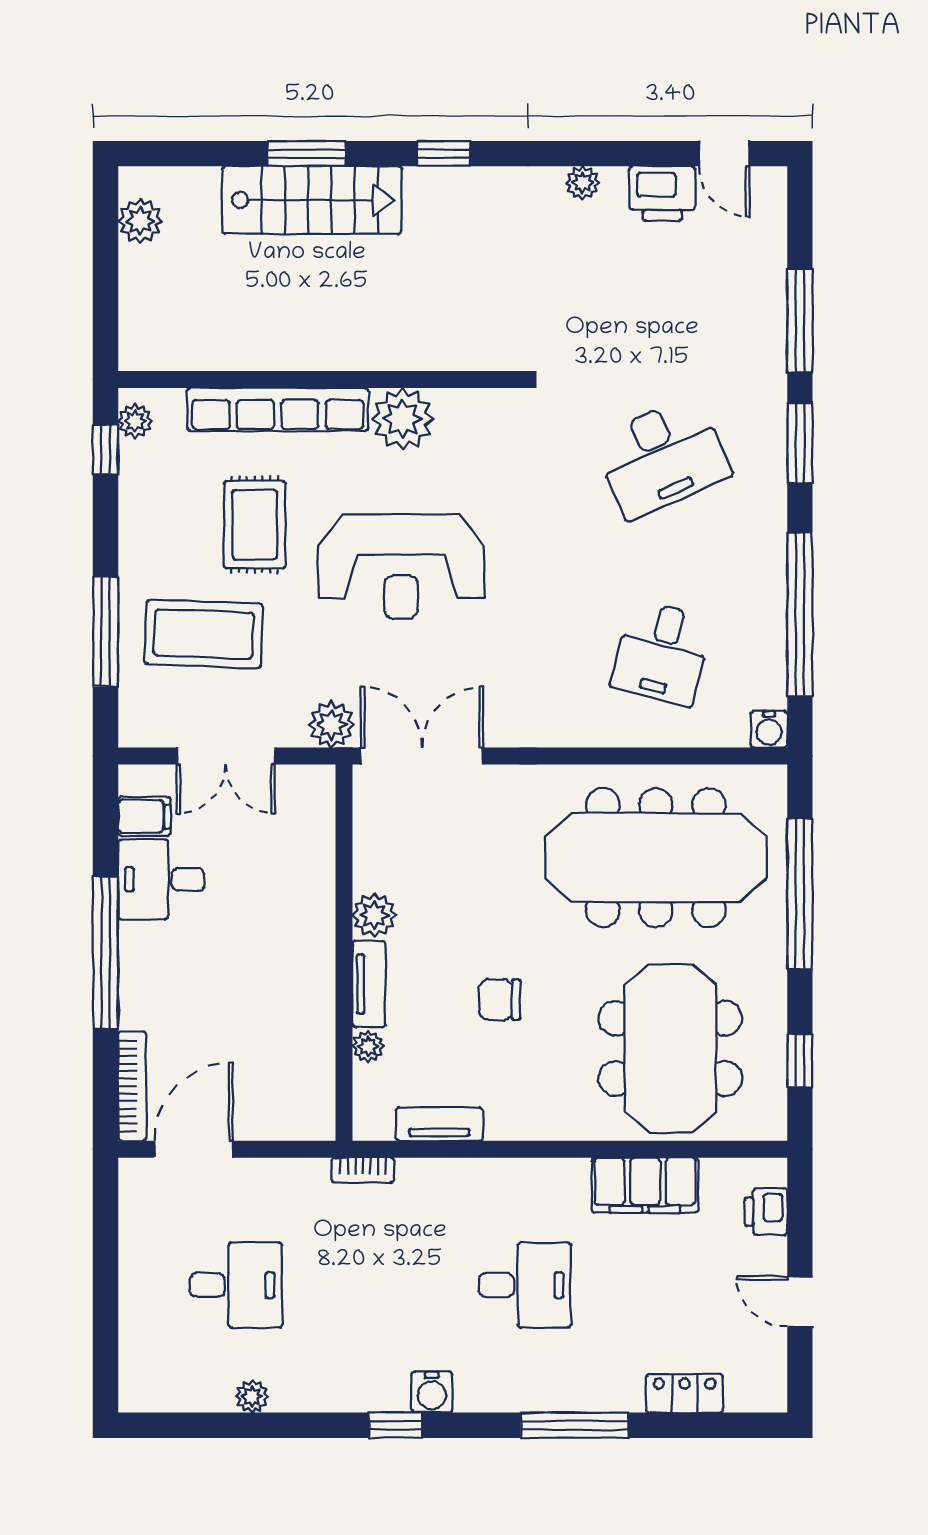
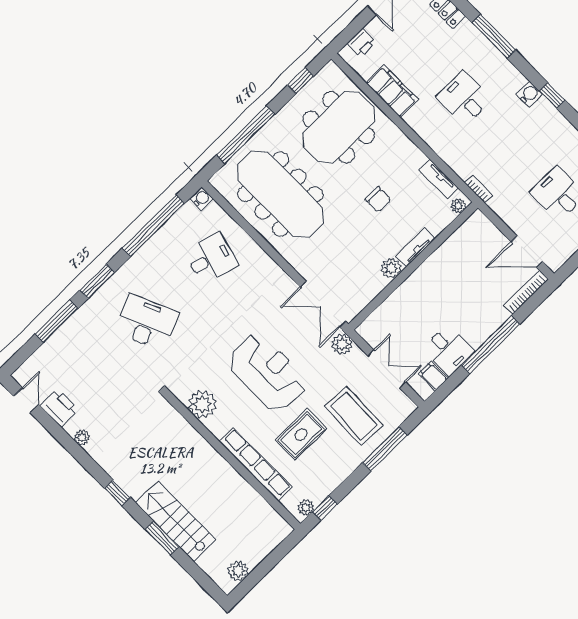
plant: (403, 419) -> (202, 404), moved
plant: (368, 1046) -> (458, 206), moved

